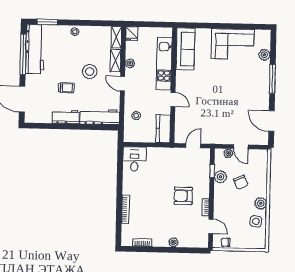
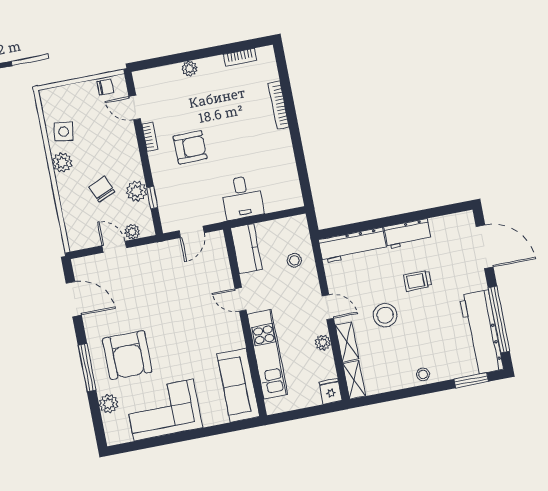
armchair: (247, 81) -> (127, 355), added
desk: (134, 159) -> (242, 197), moved

